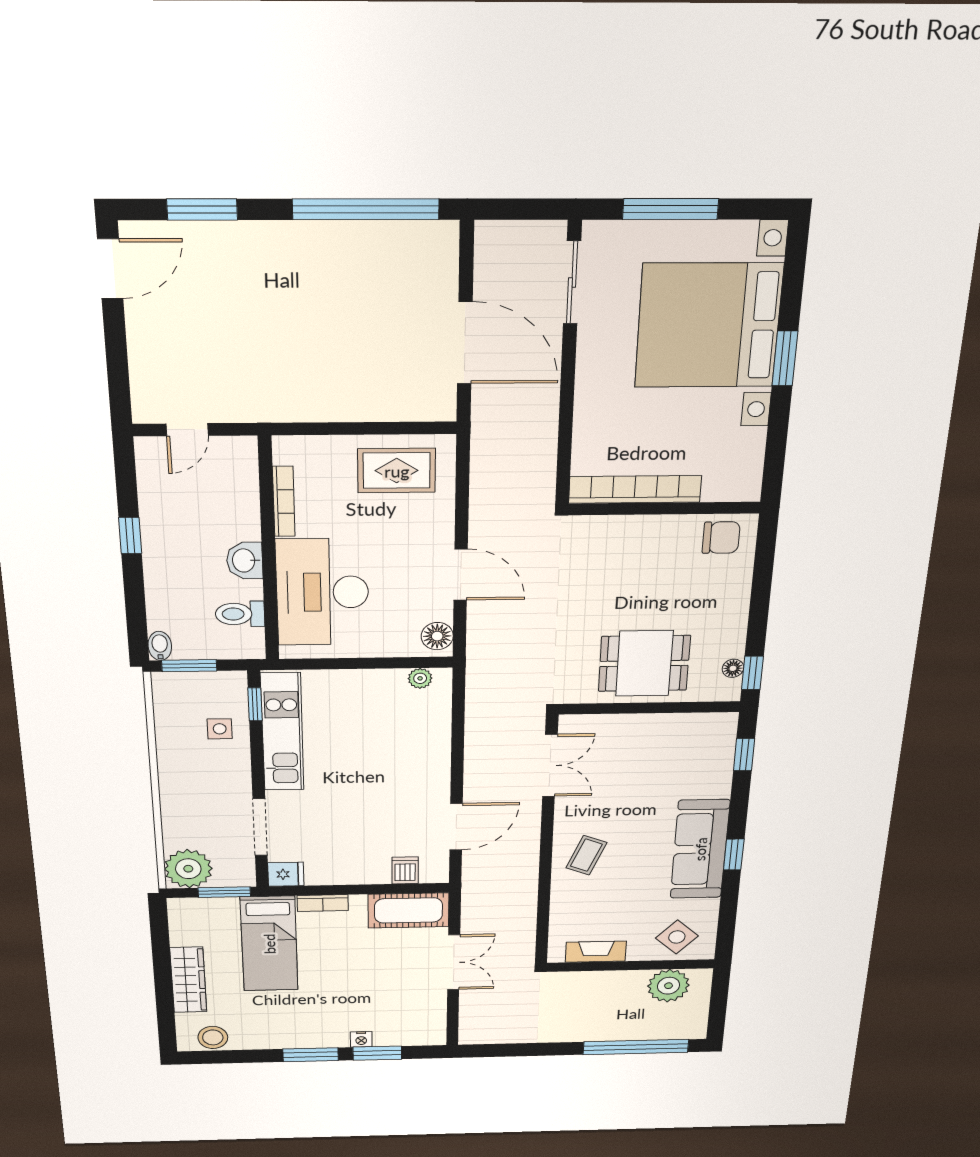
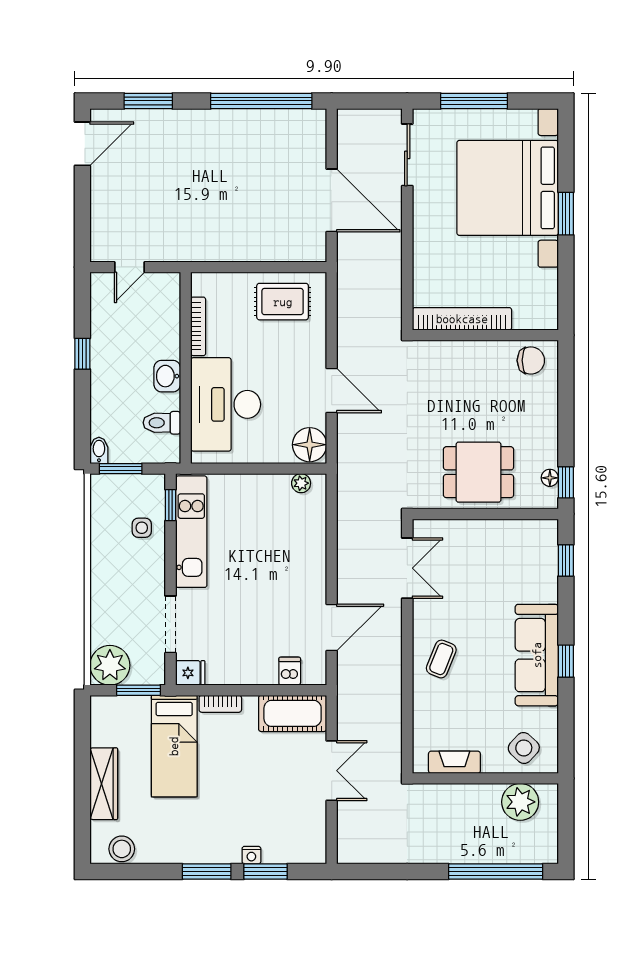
floor lamp: (437, 636) -> (310, 445), width x1.38, depth x1.38

